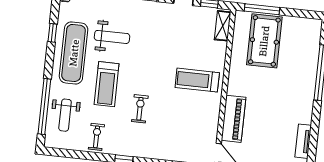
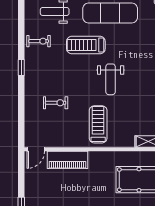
weight bench: (112, 37) -> (111, 79), moved
exercise bike: (140, 109) -> (56, 103), moved

